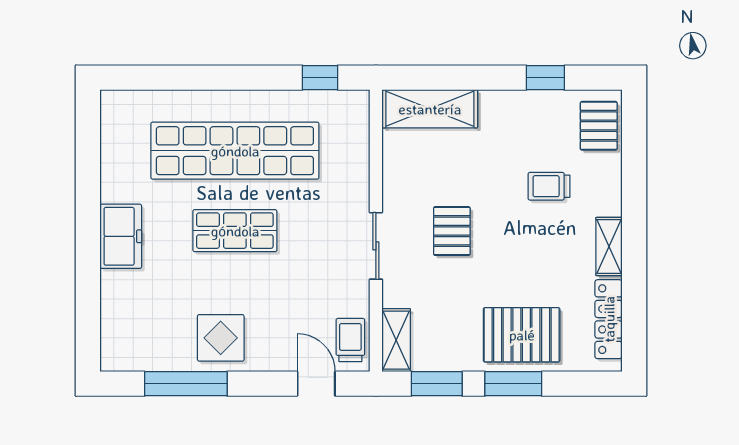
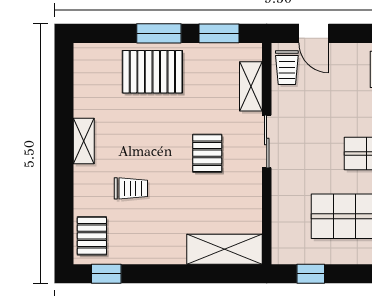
window: (545, 78) -> (106, 274), moved
locker: (609, 319) -> (84, 84), removed
shelving: (396, 340) -> (251, 86), moved

